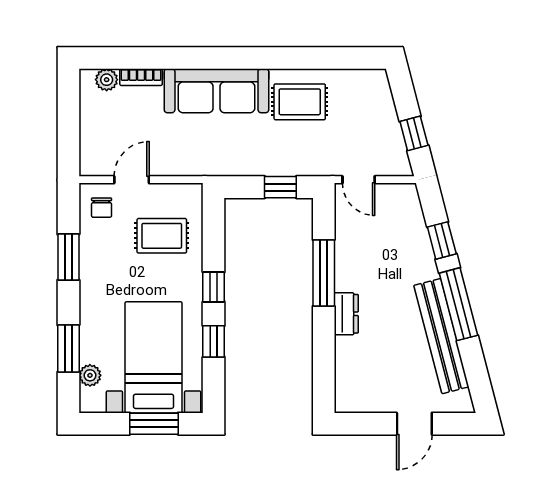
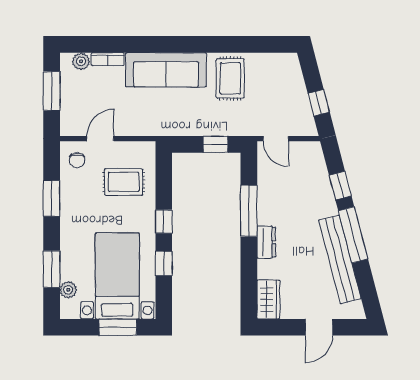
rug: (300, 102) -> (230, 78), turned 90
window: (68, 118) -> (52, 91), added
wardrobe: (349, 388) -> (268, 299), added

